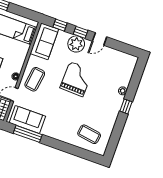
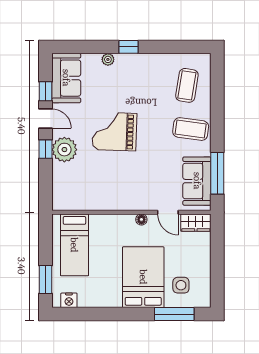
window: (60, 25) -> (46, 91), moved
sofa: (44, 41) -> (66, 78), moved, turned 90
coffee table: (35, 79) -> (191, 129), moved

